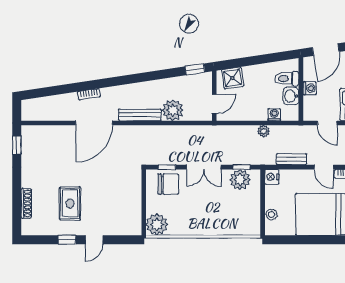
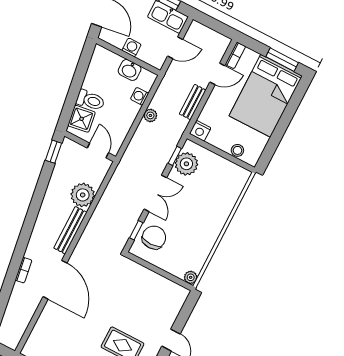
toilet: (287, 79) -> (90, 100), moved, turned -99
plant: (157, 224) -> (191, 277), width x0.53, depth x0.53

